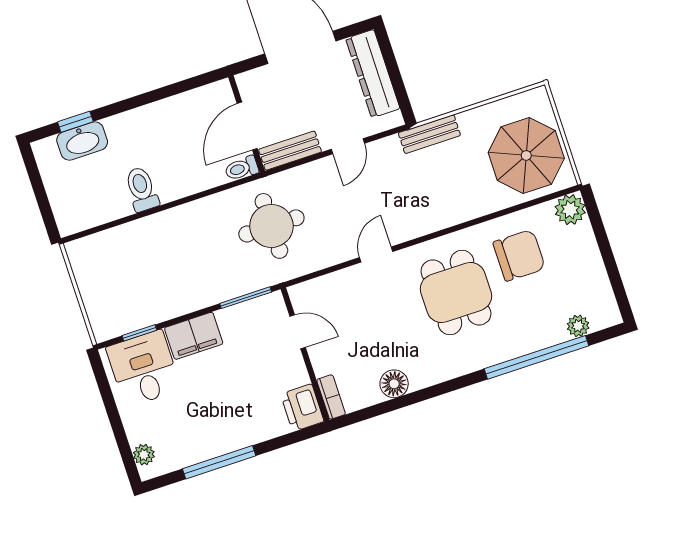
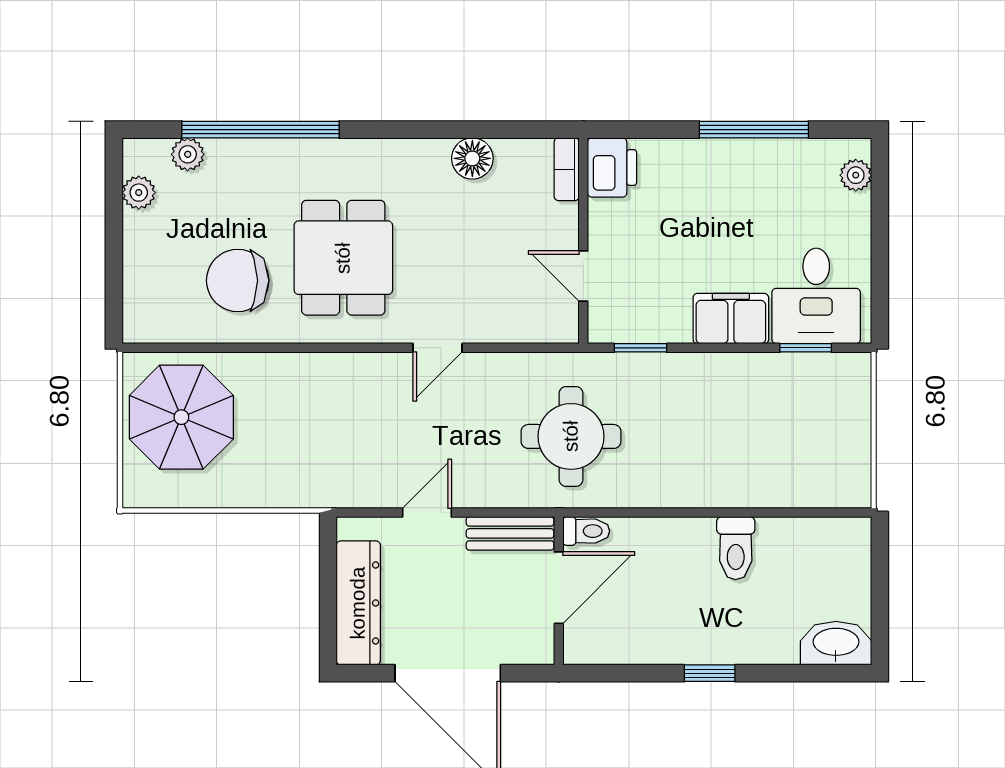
window: (75, 122) -> (710, 673), moved
bench: (429, 134) -> (307, 492), removed
washbasin: (82, 141) -> (836, 643), moved
plant: (570, 210) -> (139, 193), moved, width x0.73, depth x0.73
window: (246, 298) -> (640, 348), width x0.67

